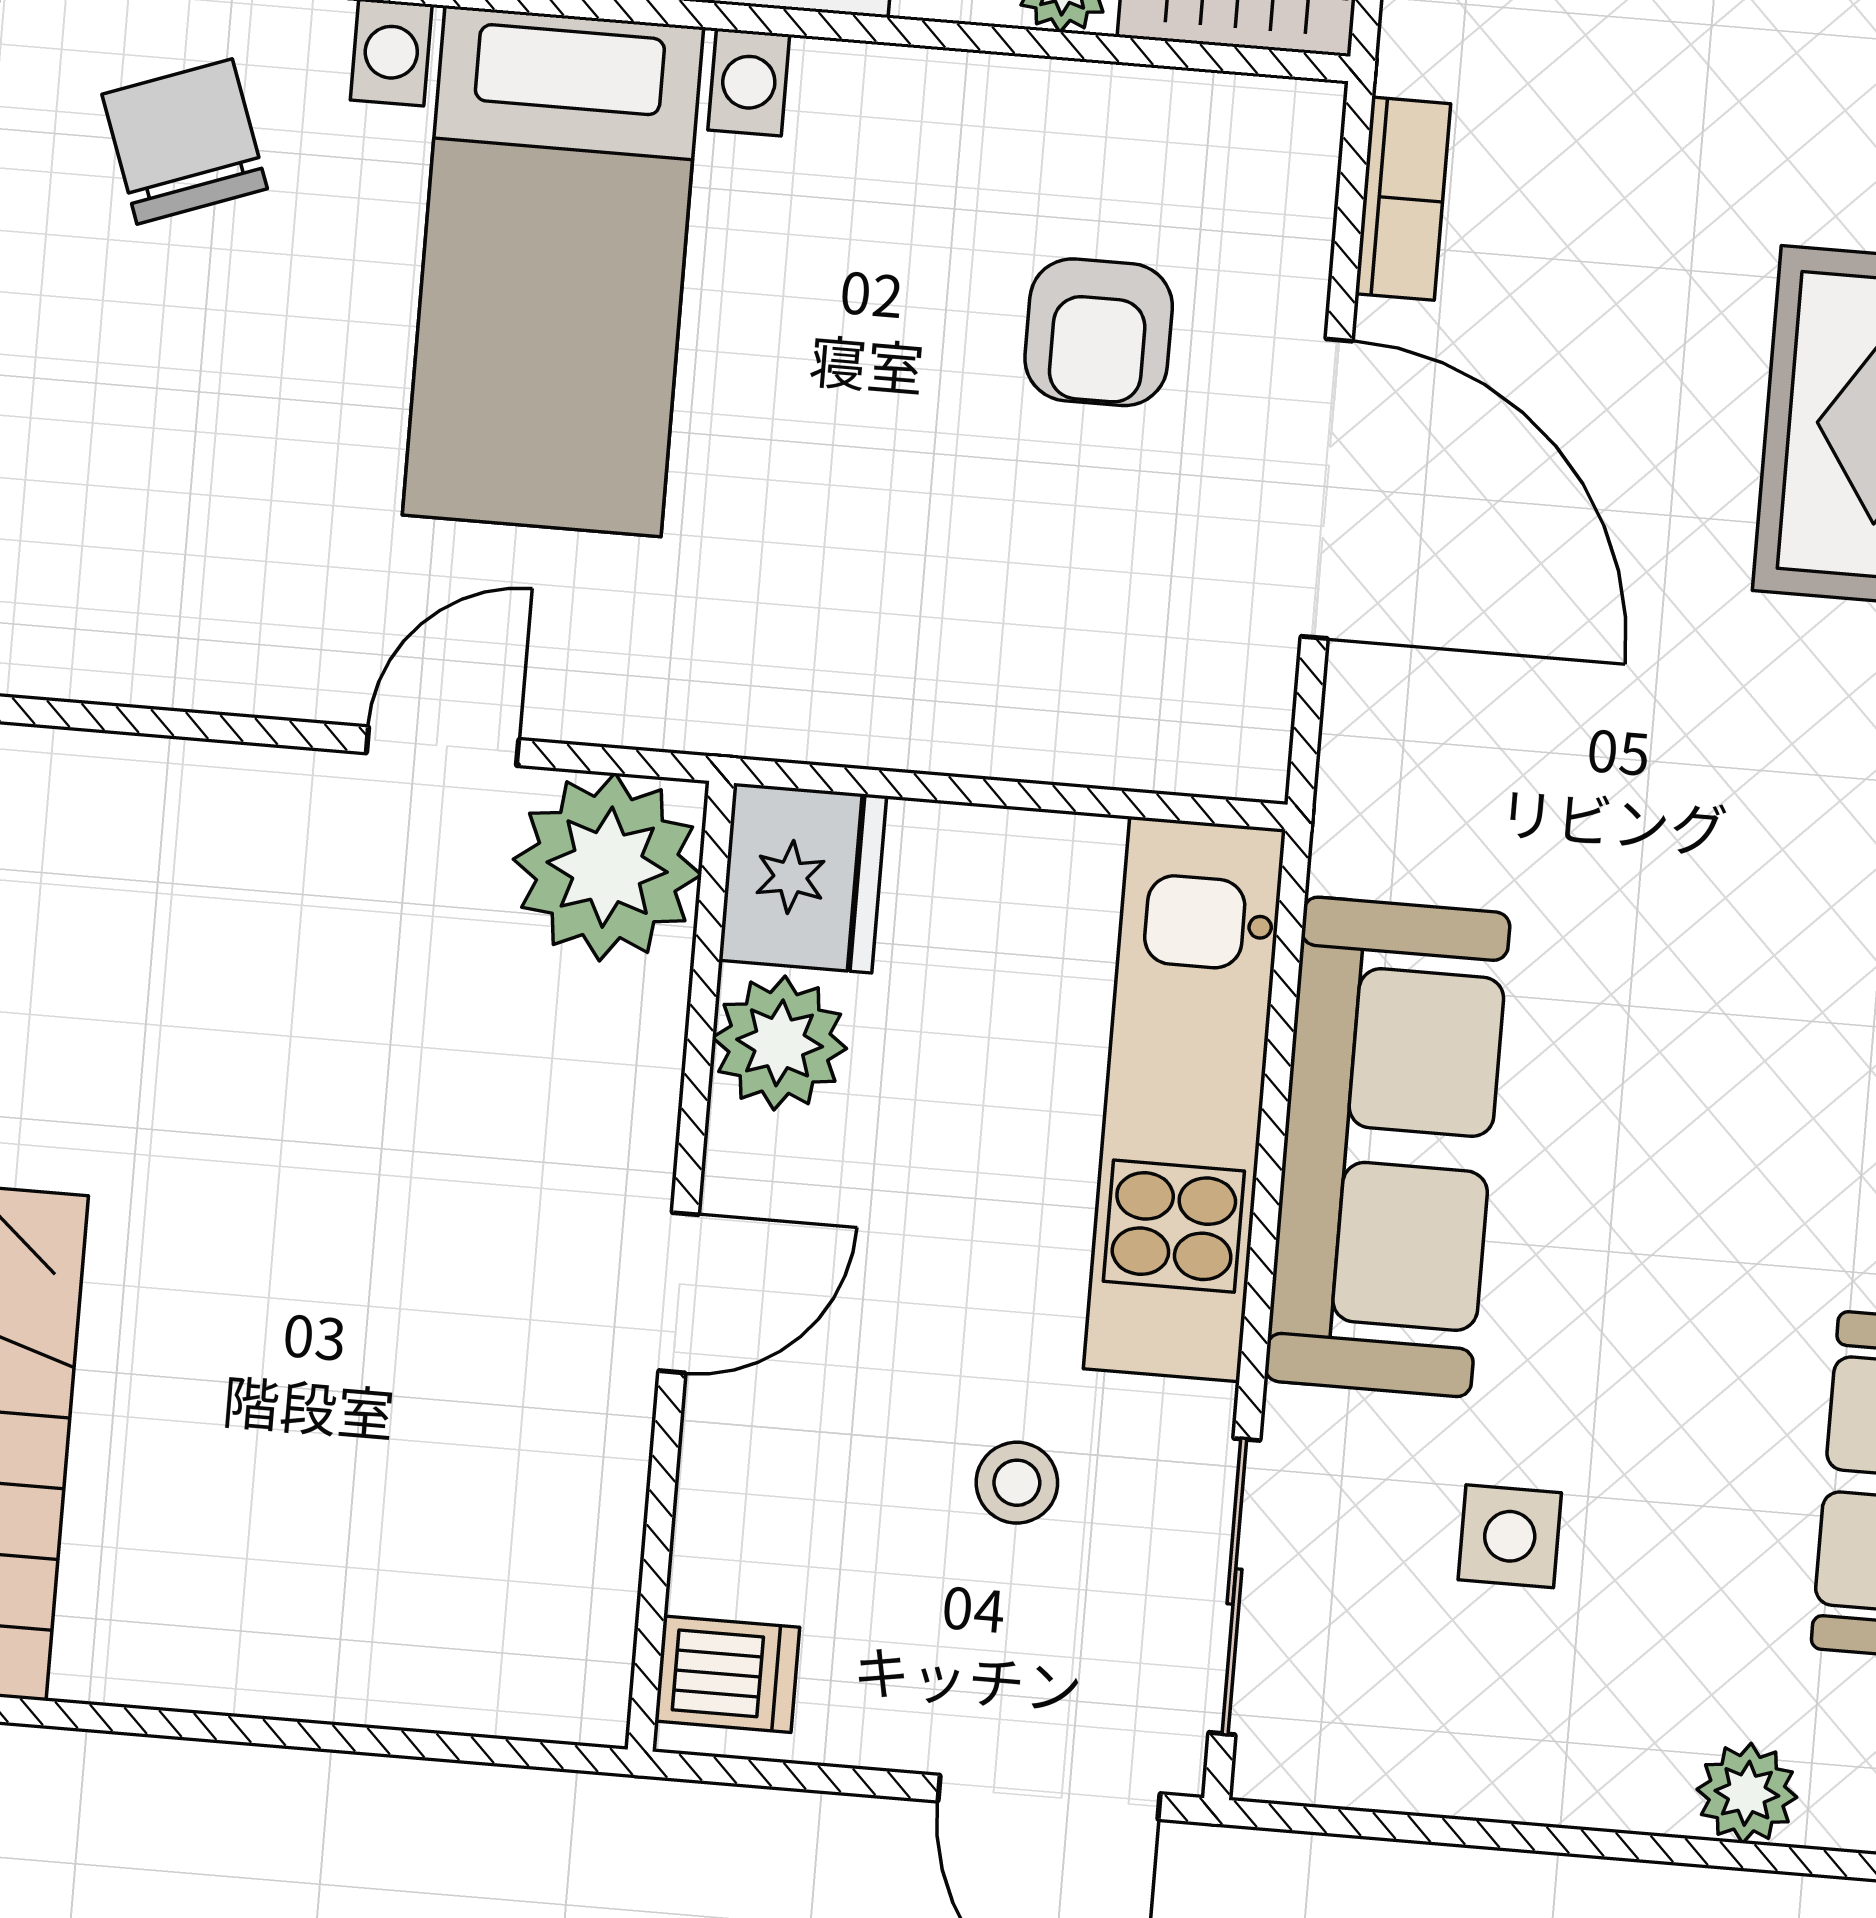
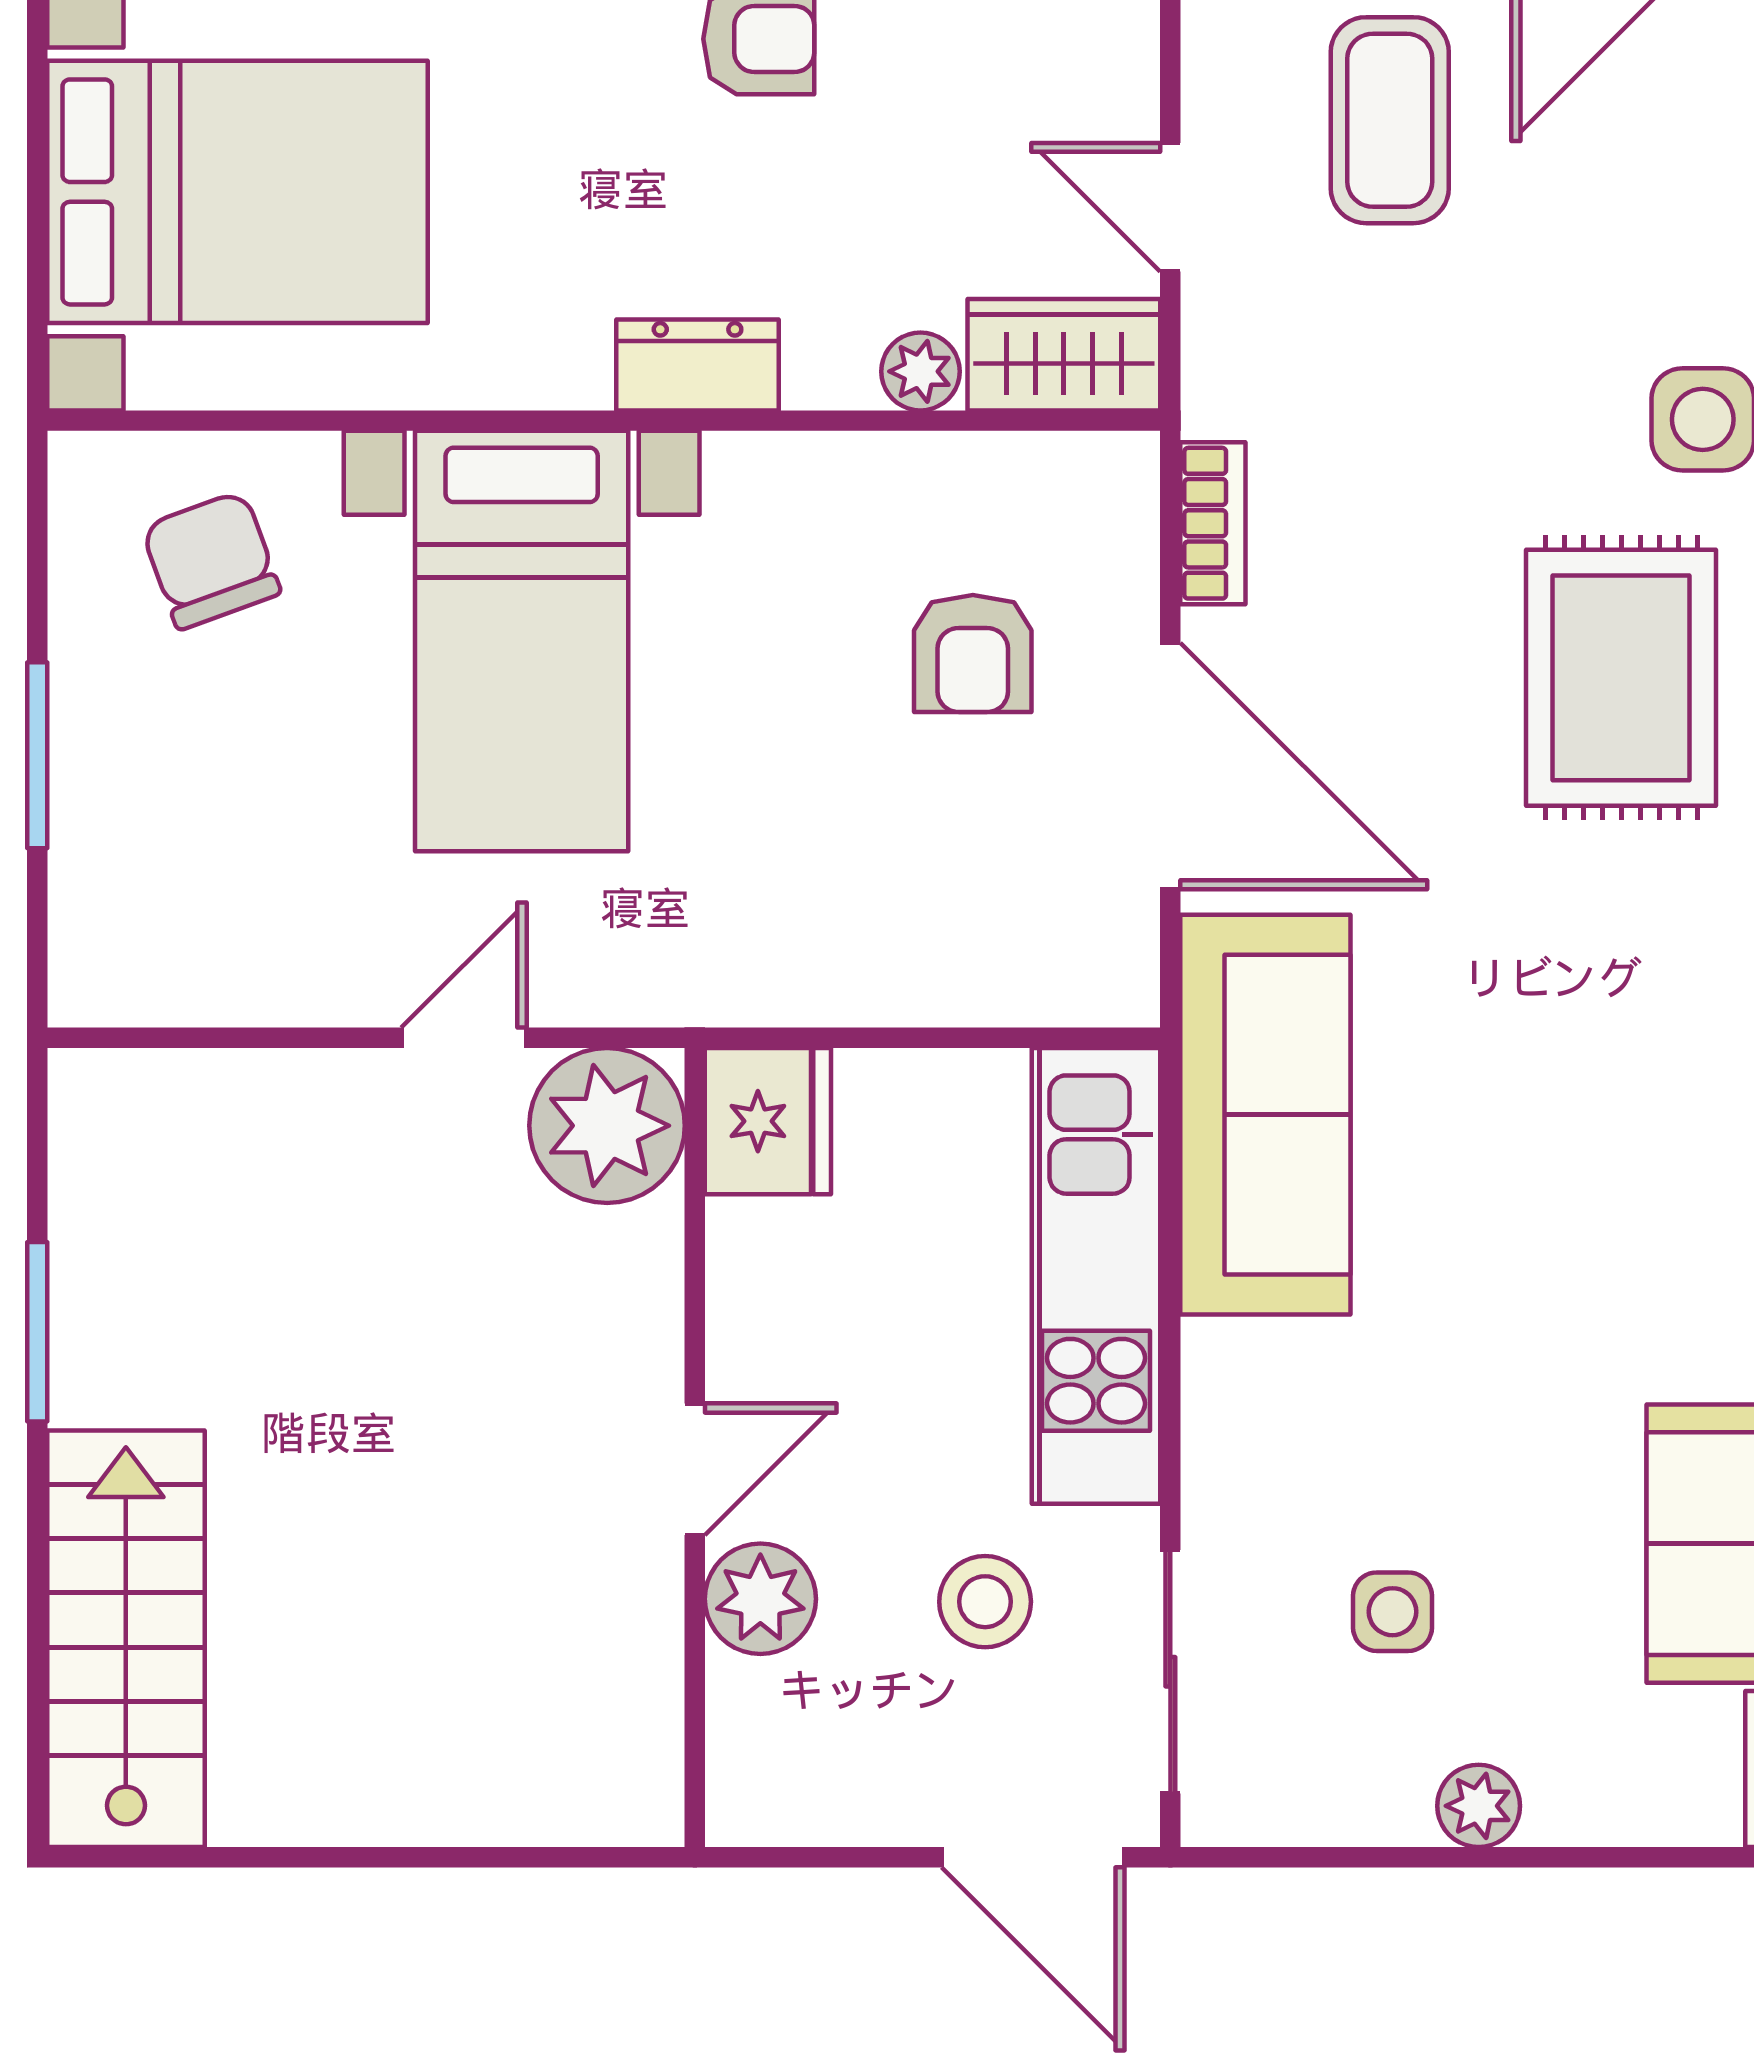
plant: (780, 1043) -> (760, 1599), moved
sofa: (1387, 1147) -> (1265, 1115), moved
stool: (1017, 1483) -> (985, 1602), width x1.37, depth x1.37
dishwasher: (727, 1674) -> (761, 1778), removed
plant: (1747, 1793) -> (1479, 1806), moved

